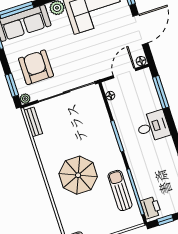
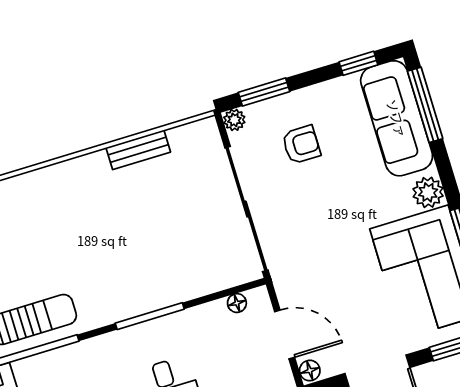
armchair: (36, 67) -> (301, 145), width x0.53, depth x0.53
bench: (33, 122) -> (138, 150), moved
parasol: (78, 175) -> (67, 230), removed

